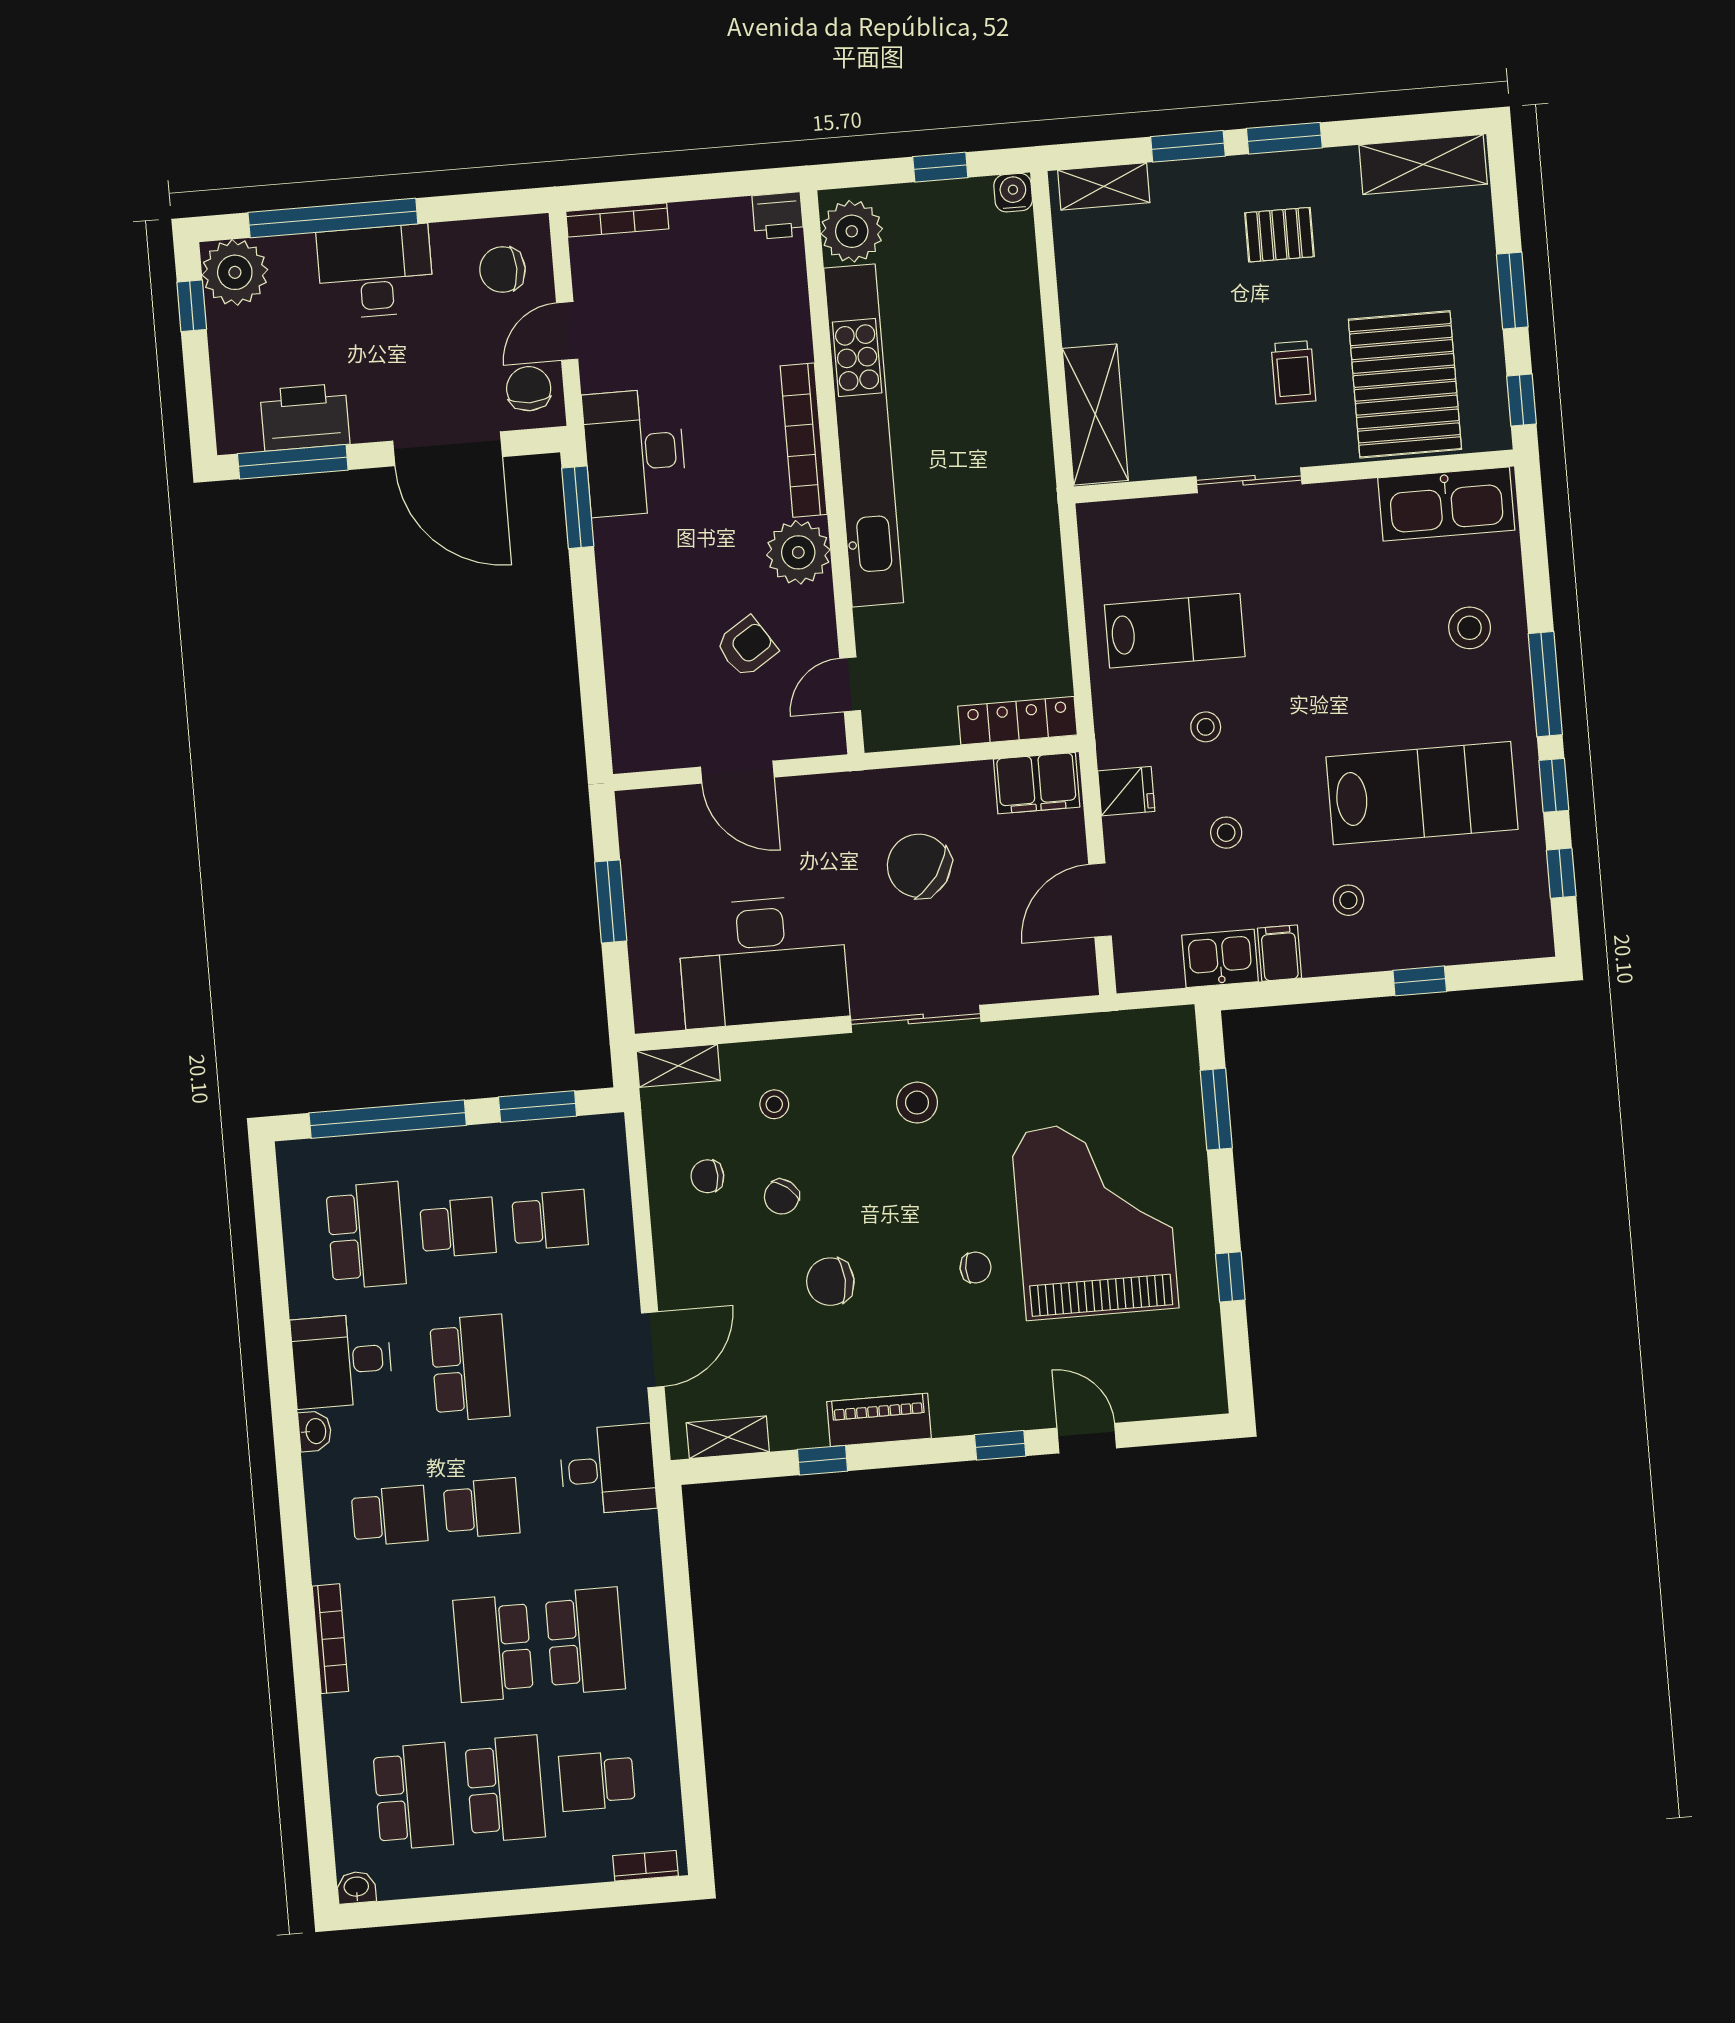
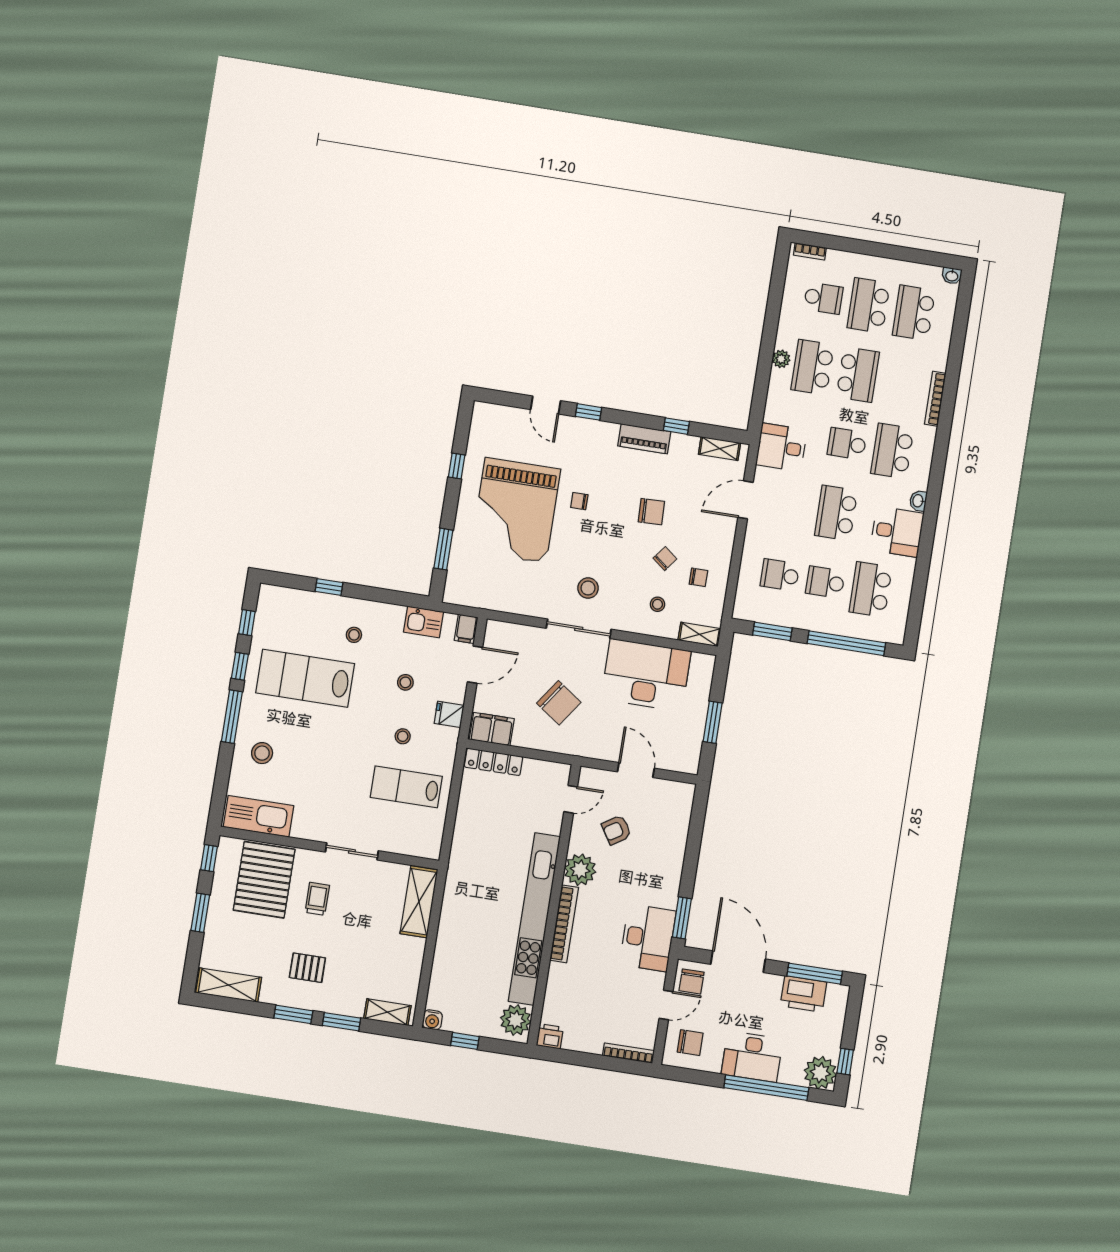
filing cabinet: (1280, 953) -> (466, 629), moved
school desk: (389, 1516) -> (892, 451), width x1.85
plant: (650, 1642) -> (781, 359), added

